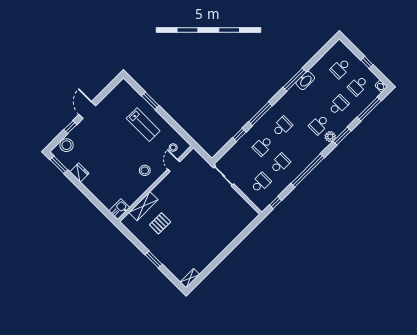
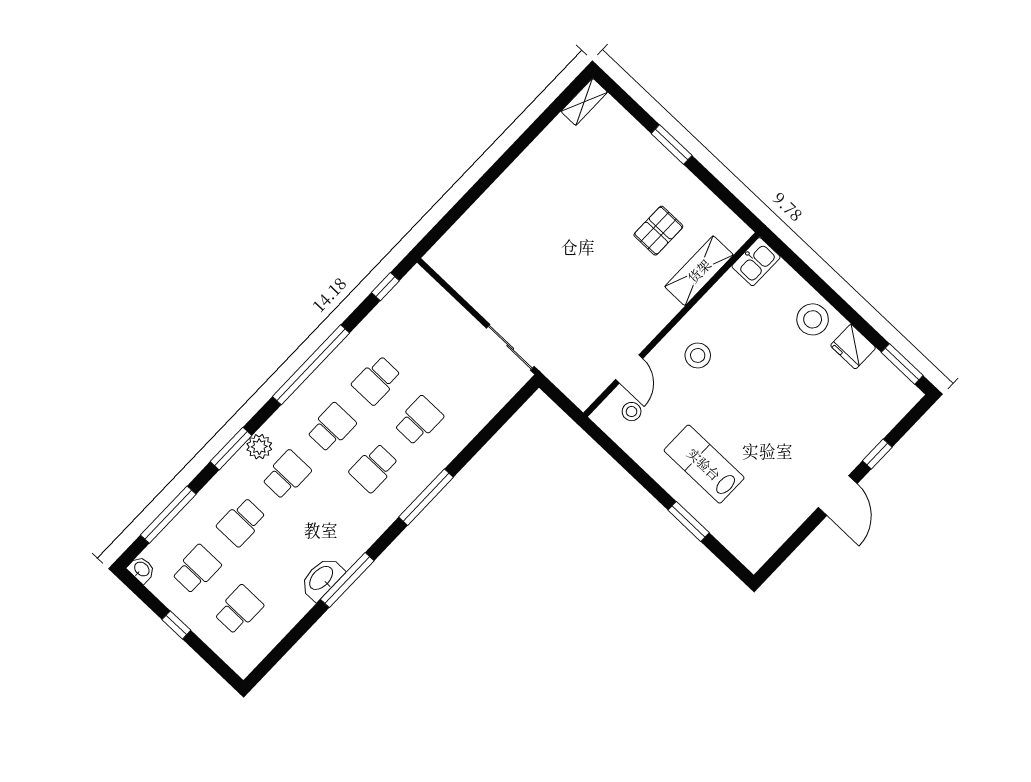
window: (239, 135) -> (475, 445), removed
stool: (66, 145) -> (813, 319), moved
school desk: (261, 183) -> (331, 427), moved, turned 180

